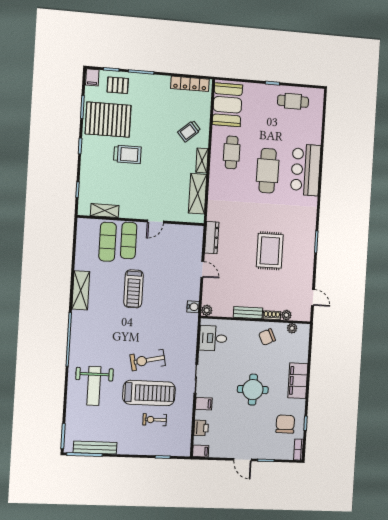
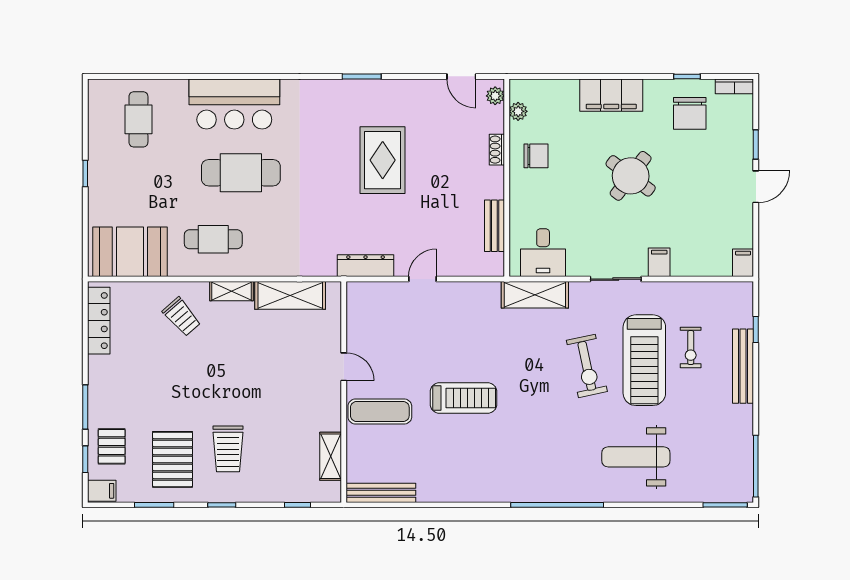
cafe table: (293, 101) -> (138, 119), moved
pallet: (108, 120) -> (173, 459), width x0.73, depth x0.71
trolley: (127, 154) -> (228, 449), moved, turned 180
bench: (82, 238) -> (381, 493), added
exercise mat: (108, 242) -> (384, 448), removed
rug: (270, 251) -> (383, 160), turned 90
shelving: (81, 290) -> (535, 295), moved
door: (313, 297) -> (461, 76), swing flipped
water cooler: (193, 307) -> (489, 292), removed
plant: (207, 310) -> (494, 267), removed
bench: (248, 313) -> (494, 226), moved
plant: (286, 315) -> (495, 96), moved
chair: (267, 337) -> (536, 156), turned -65
weight bench: (94, 386) -> (636, 457), turned 180
round table: (253, 390) -> (631, 176), turned 37
treadmill: (149, 393) -> (644, 360), turned 180
chair: (285, 424) -> (690, 113), turned -90
printer: (201, 428) -> (702, 264), removed
bench: (95, 448) -> (743, 366), moved

